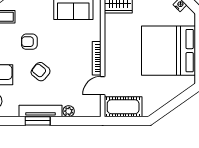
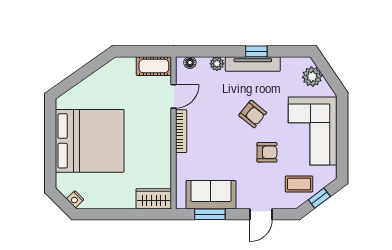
cot: (123, 107) -> (154, 66), width x0.73, depth x0.75
floor lamp: (90, 112) -> (190, 63), added
window: (38, 121) -> (256, 51), width x0.67

